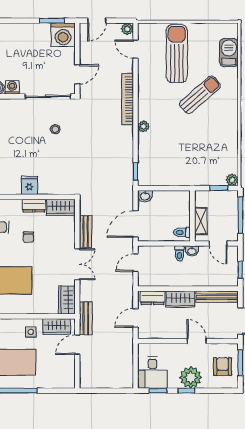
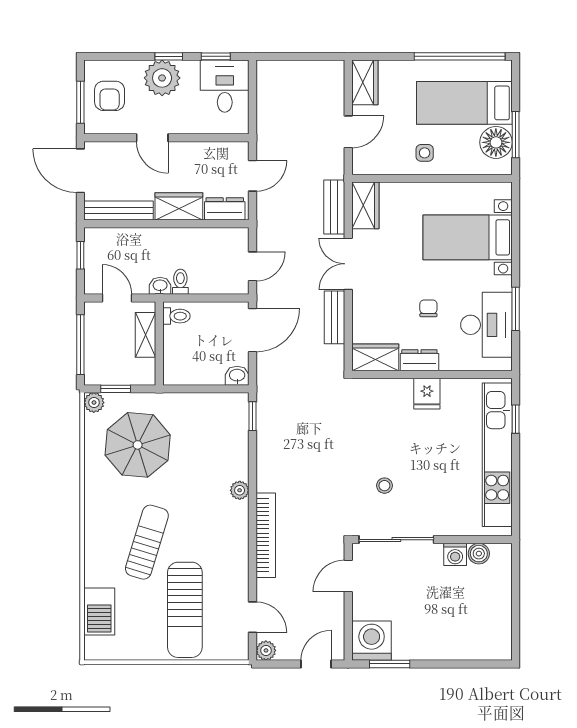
sun lounger: (200, 95) -> (147, 542), turned 148
parasol: (206, 154) -> (138, 445), added
bench: (86, 318) -> (334, 207), moved
wardrobe: (56, 326) -> (365, 82), moved, turned 90

